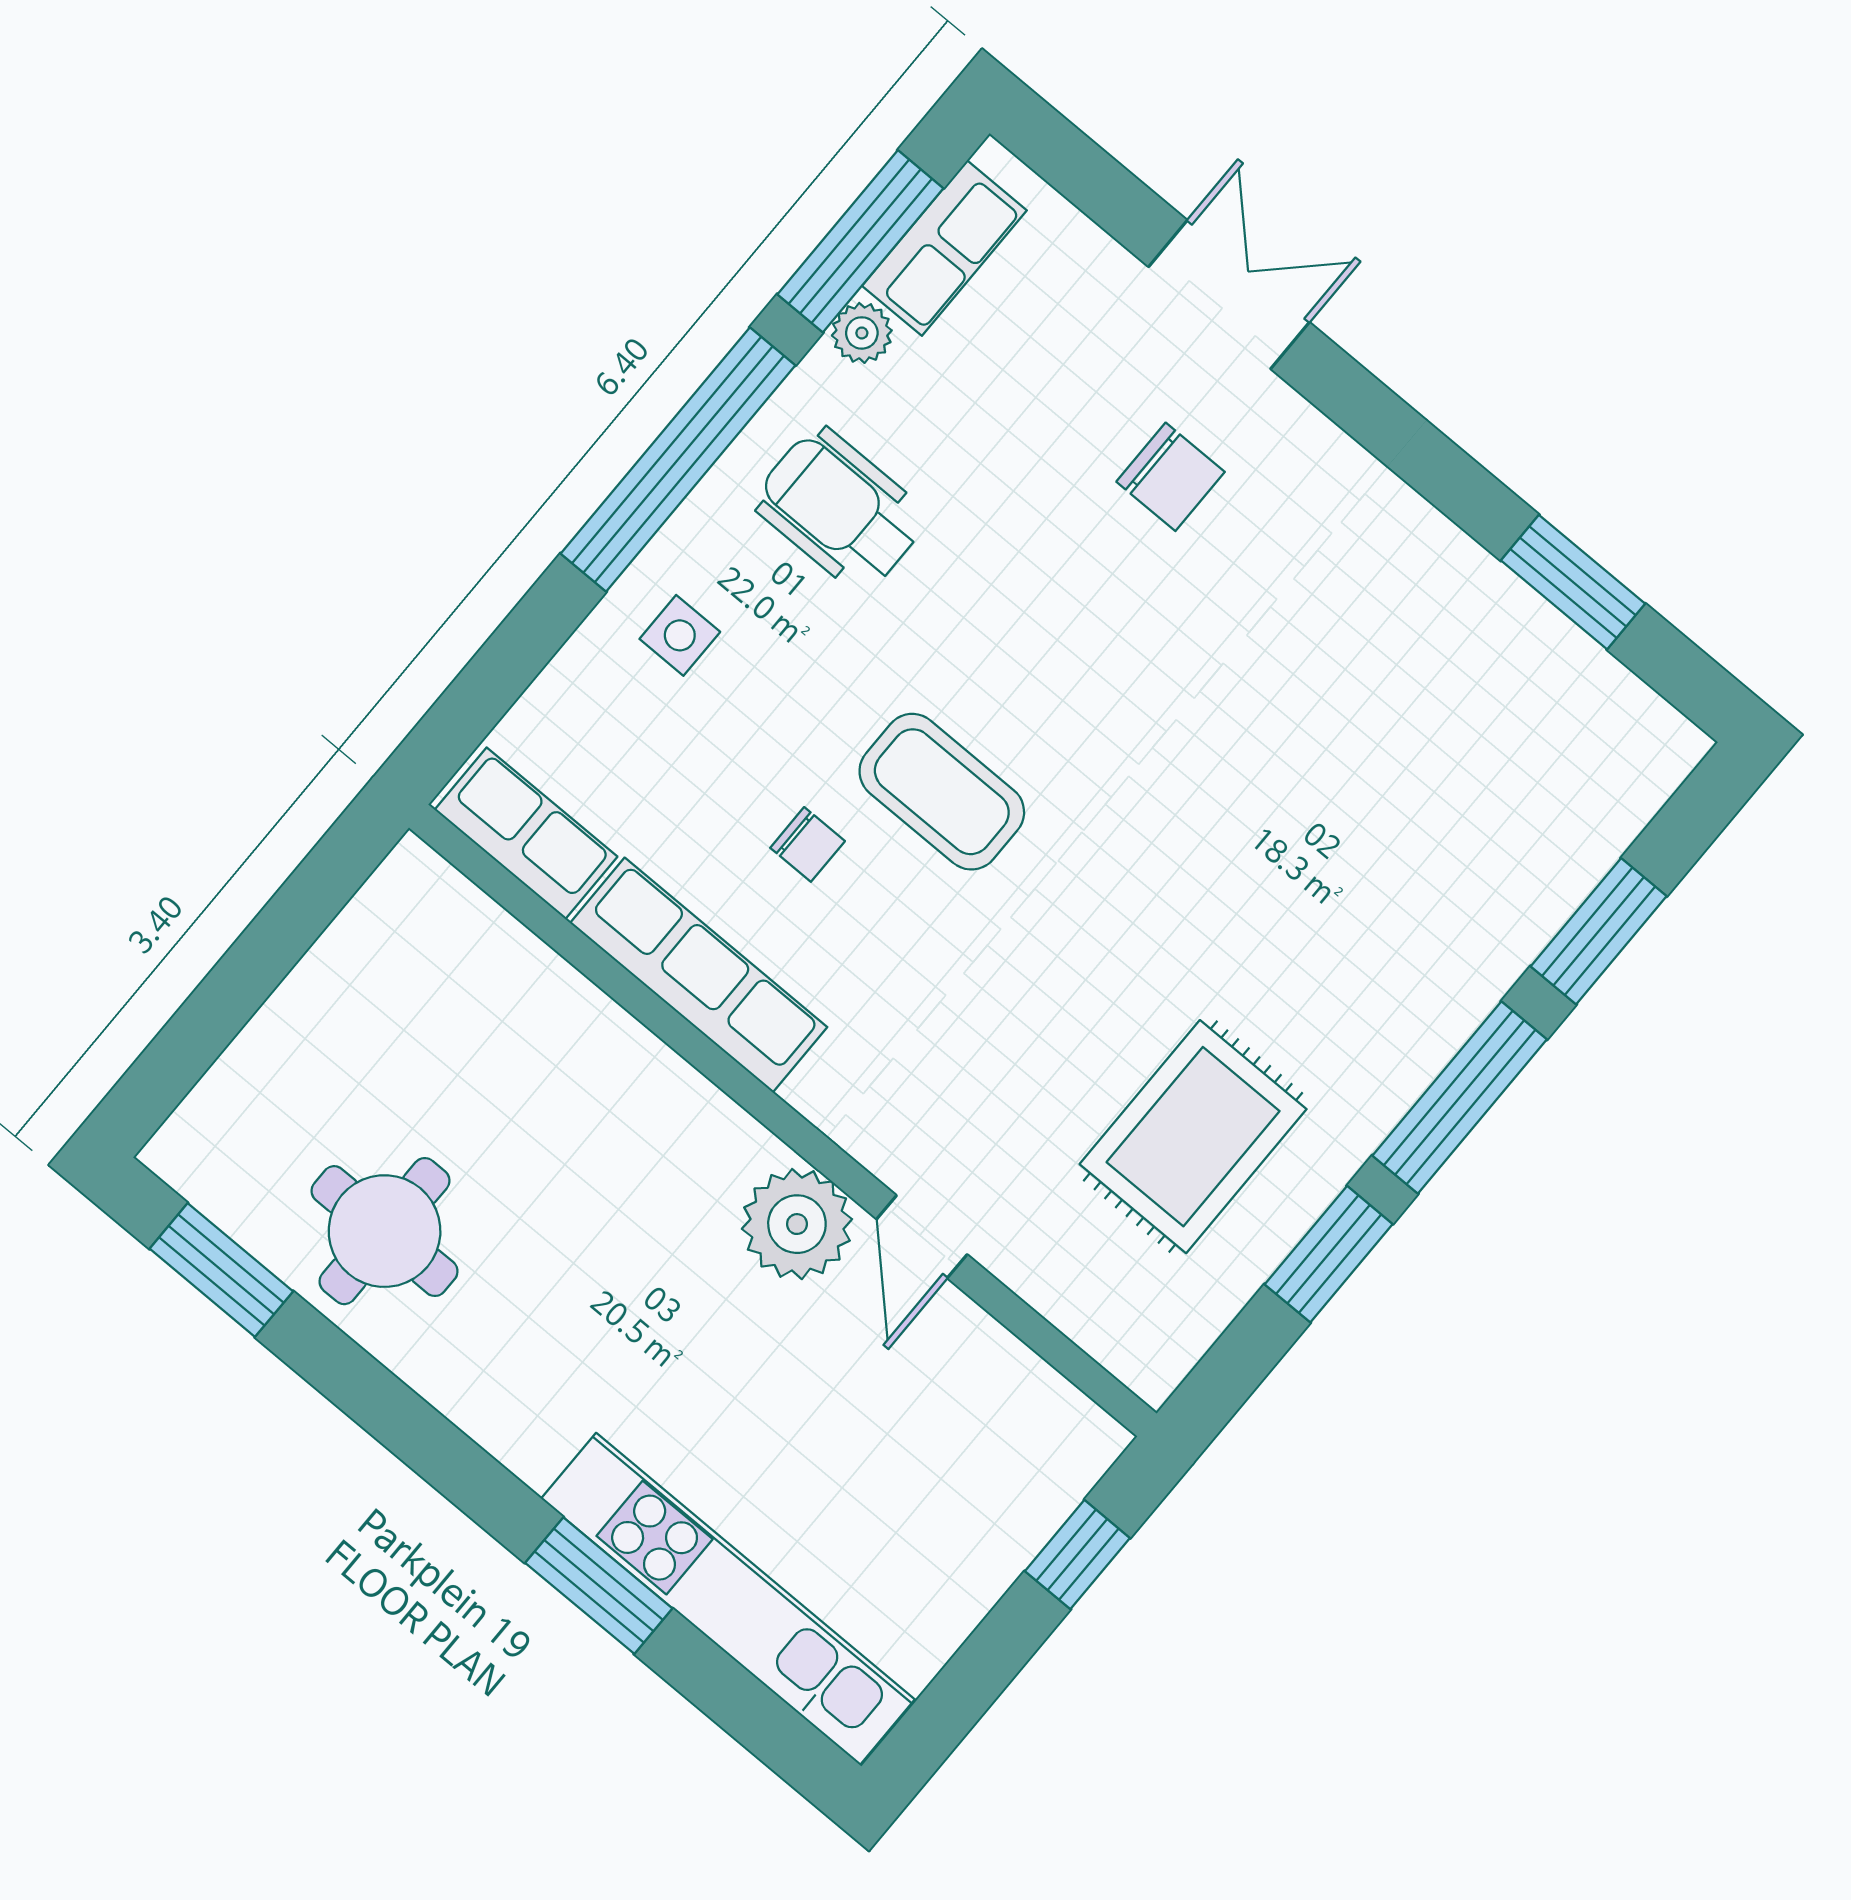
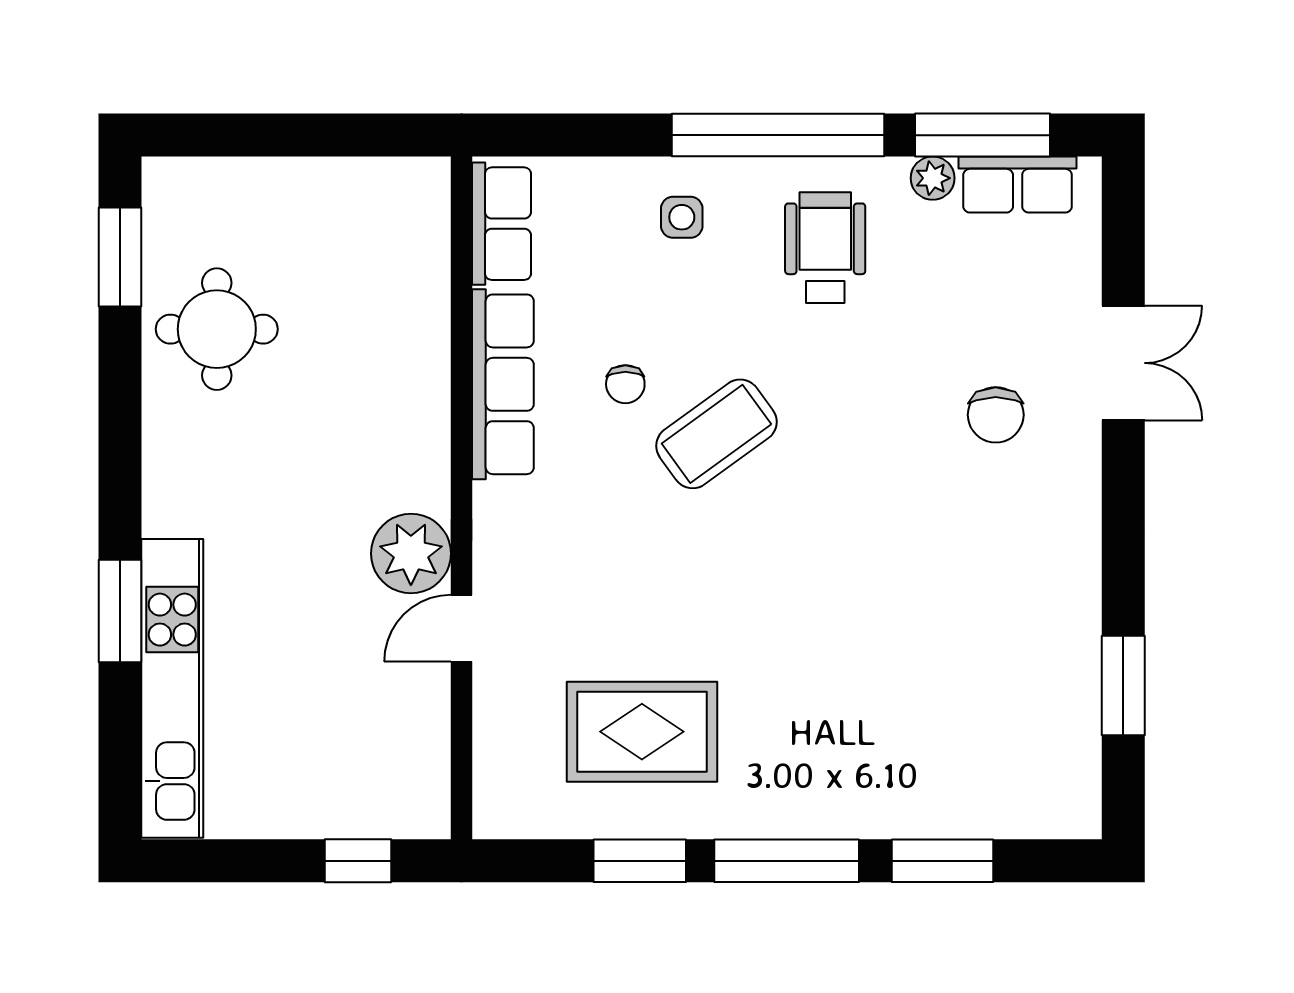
coffee table: (942, 792) -> (716, 434), turned 54

